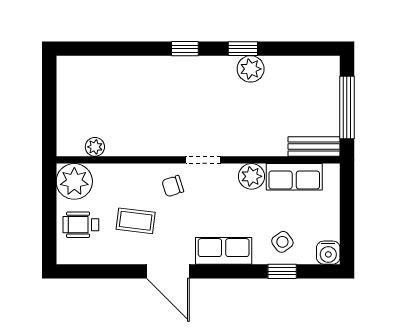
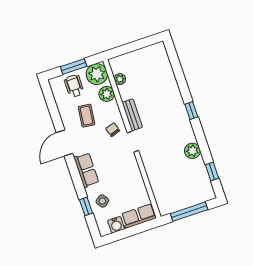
window: (243, 49) -> (212, 171), moved
bench: (314, 147) -> (132, 115), moved
plant: (251, 176) -> (107, 94), moved
row of seats: (294, 177) -> (139, 216), moved, turned 90
window: (49, 215) -> (74, 66), added
water cooler: (328, 253) -> (116, 225), moved, turned -90

